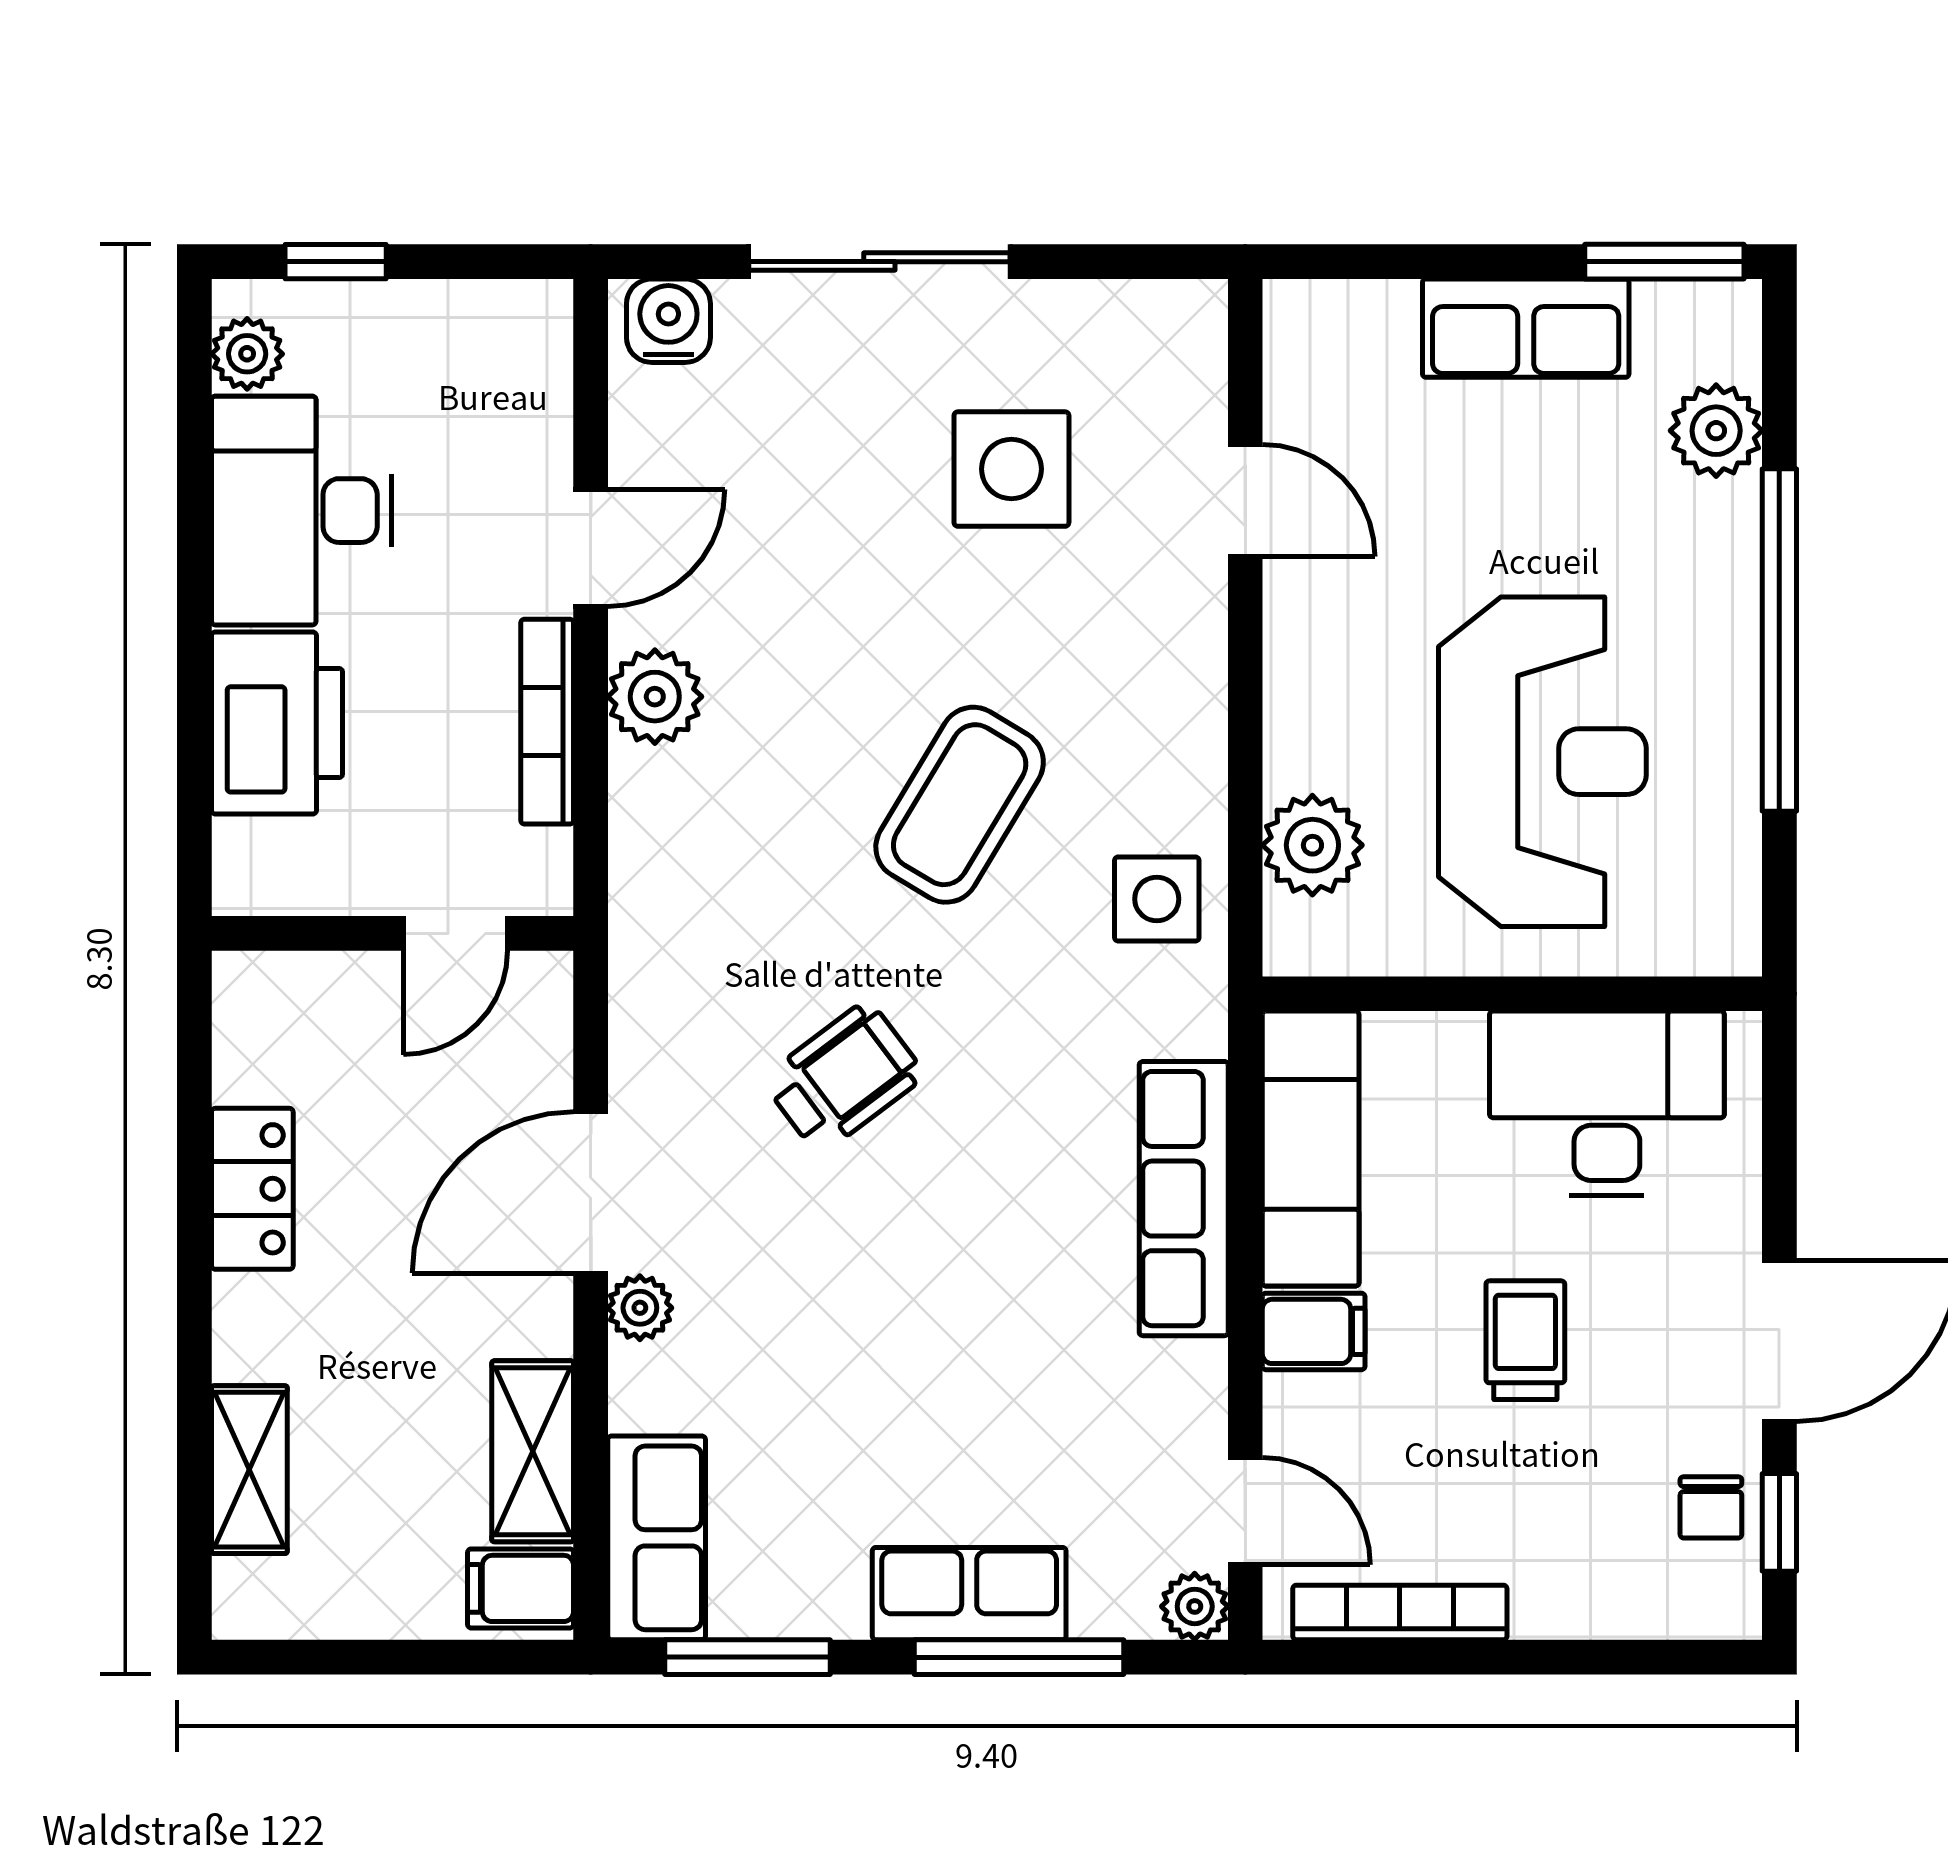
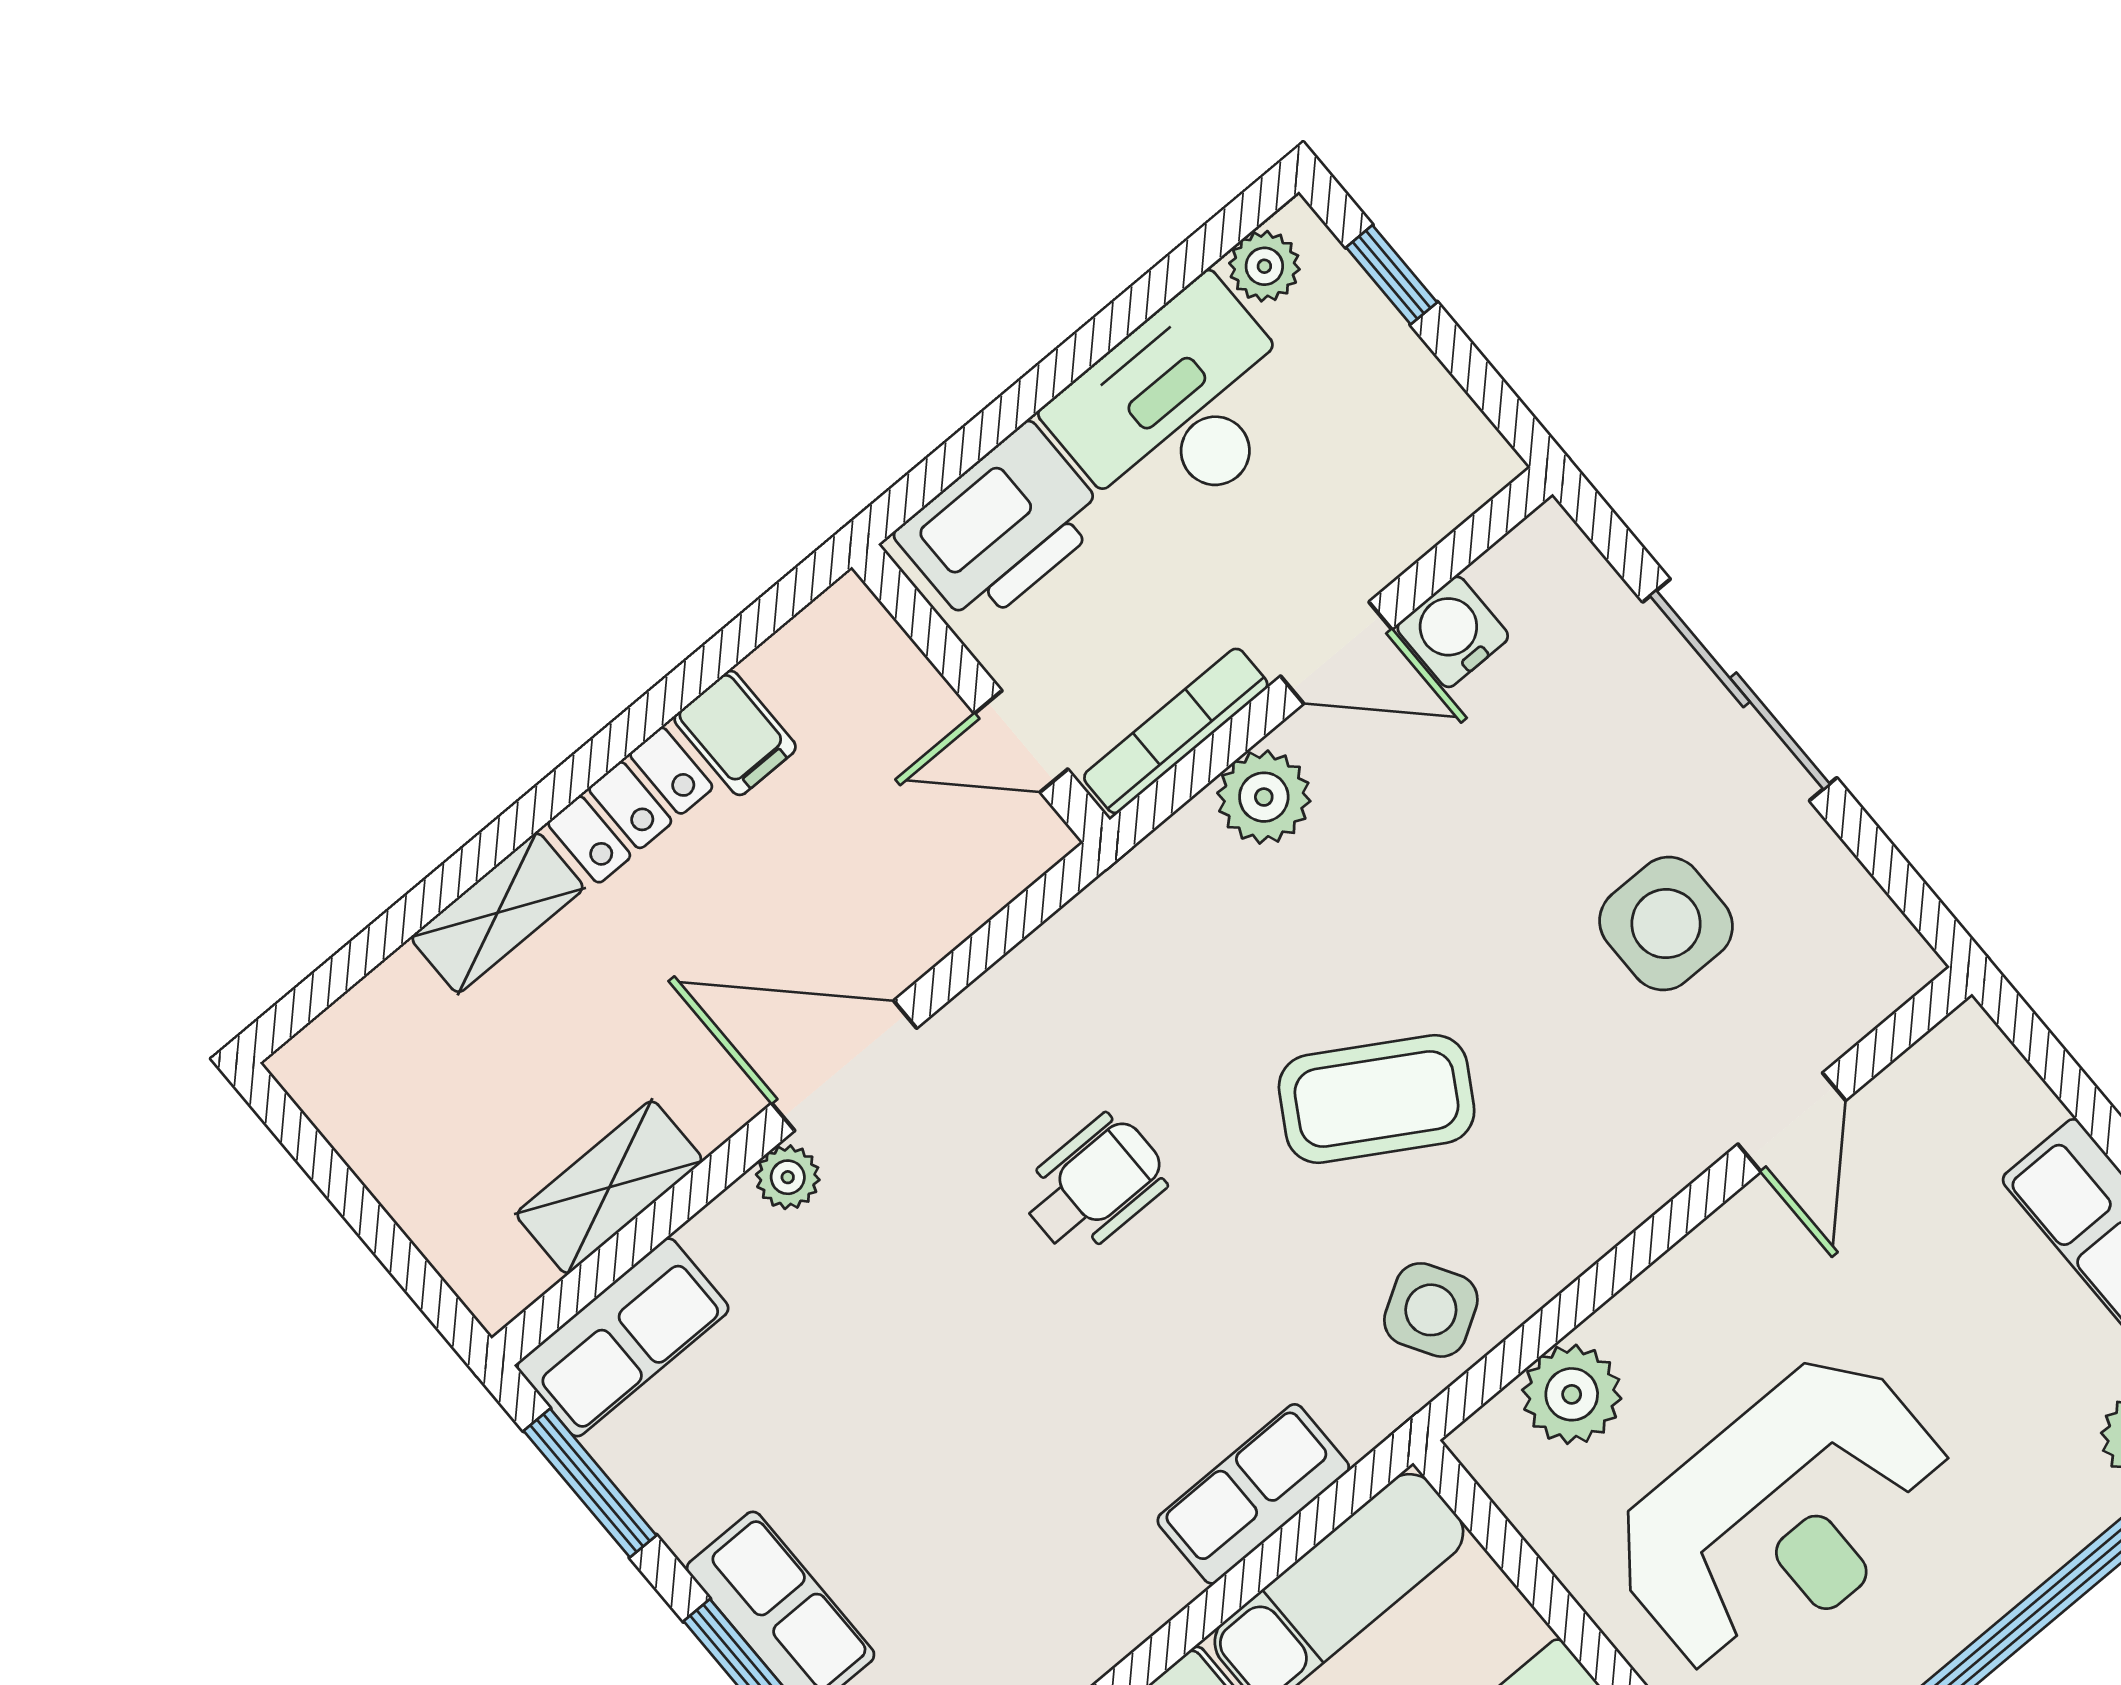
water cooler: (668, 321) -> (1453, 632), moved, turned -90
side table: (1157, 899) -> (1431, 1310), turned -31
wall: (392, 933) -> (981, 693), moved
door: (455, 933) -> (1021, 741), moved
wheelchair: (843, 1077) -> (1094, 1185), turned -53
row of seats: (1184, 1199) -> (1253, 1494), width x0.68
shelving: (249, 1470) -> (497, 913), moved
filing cabinet: (521, 1588) -> (735, 733), moved, turned 180

